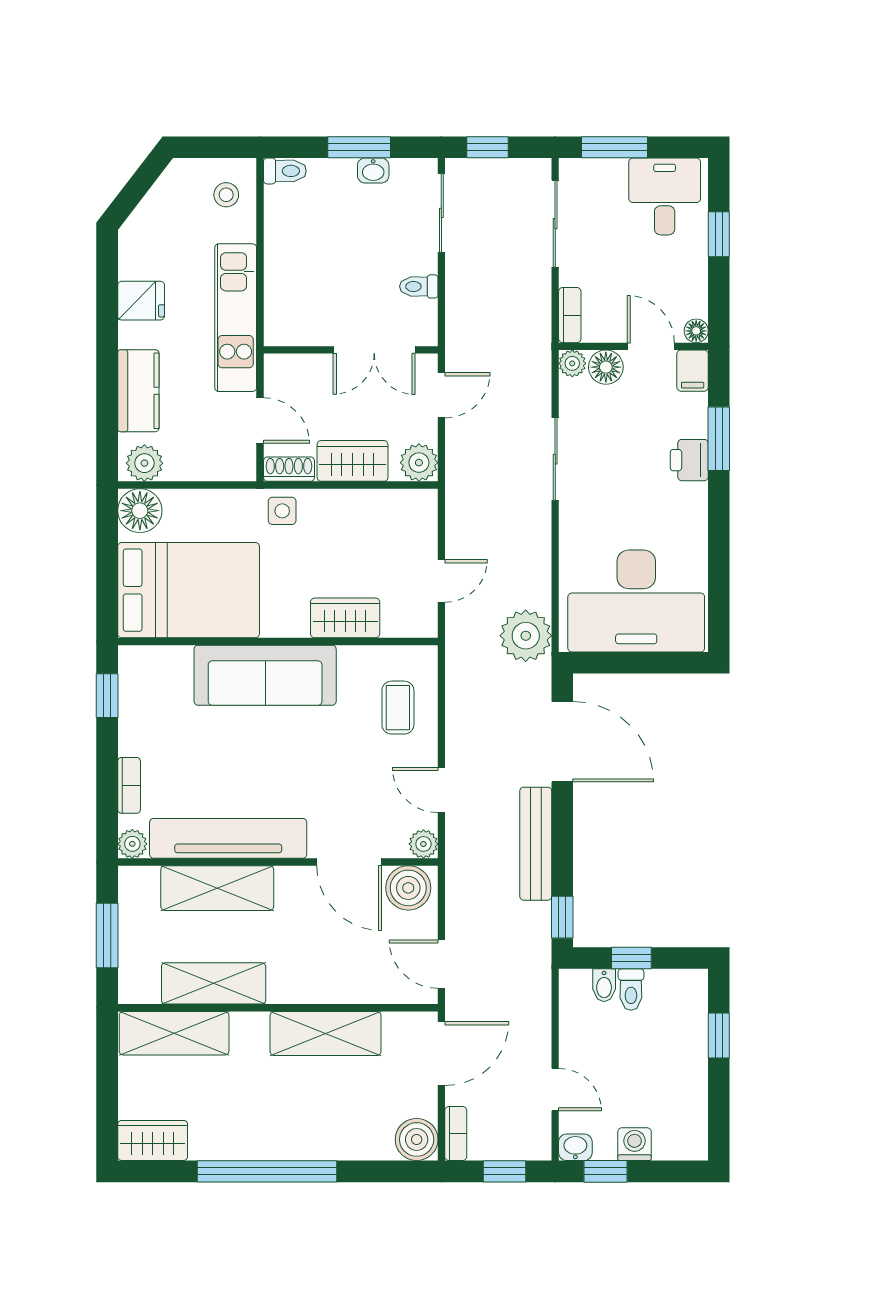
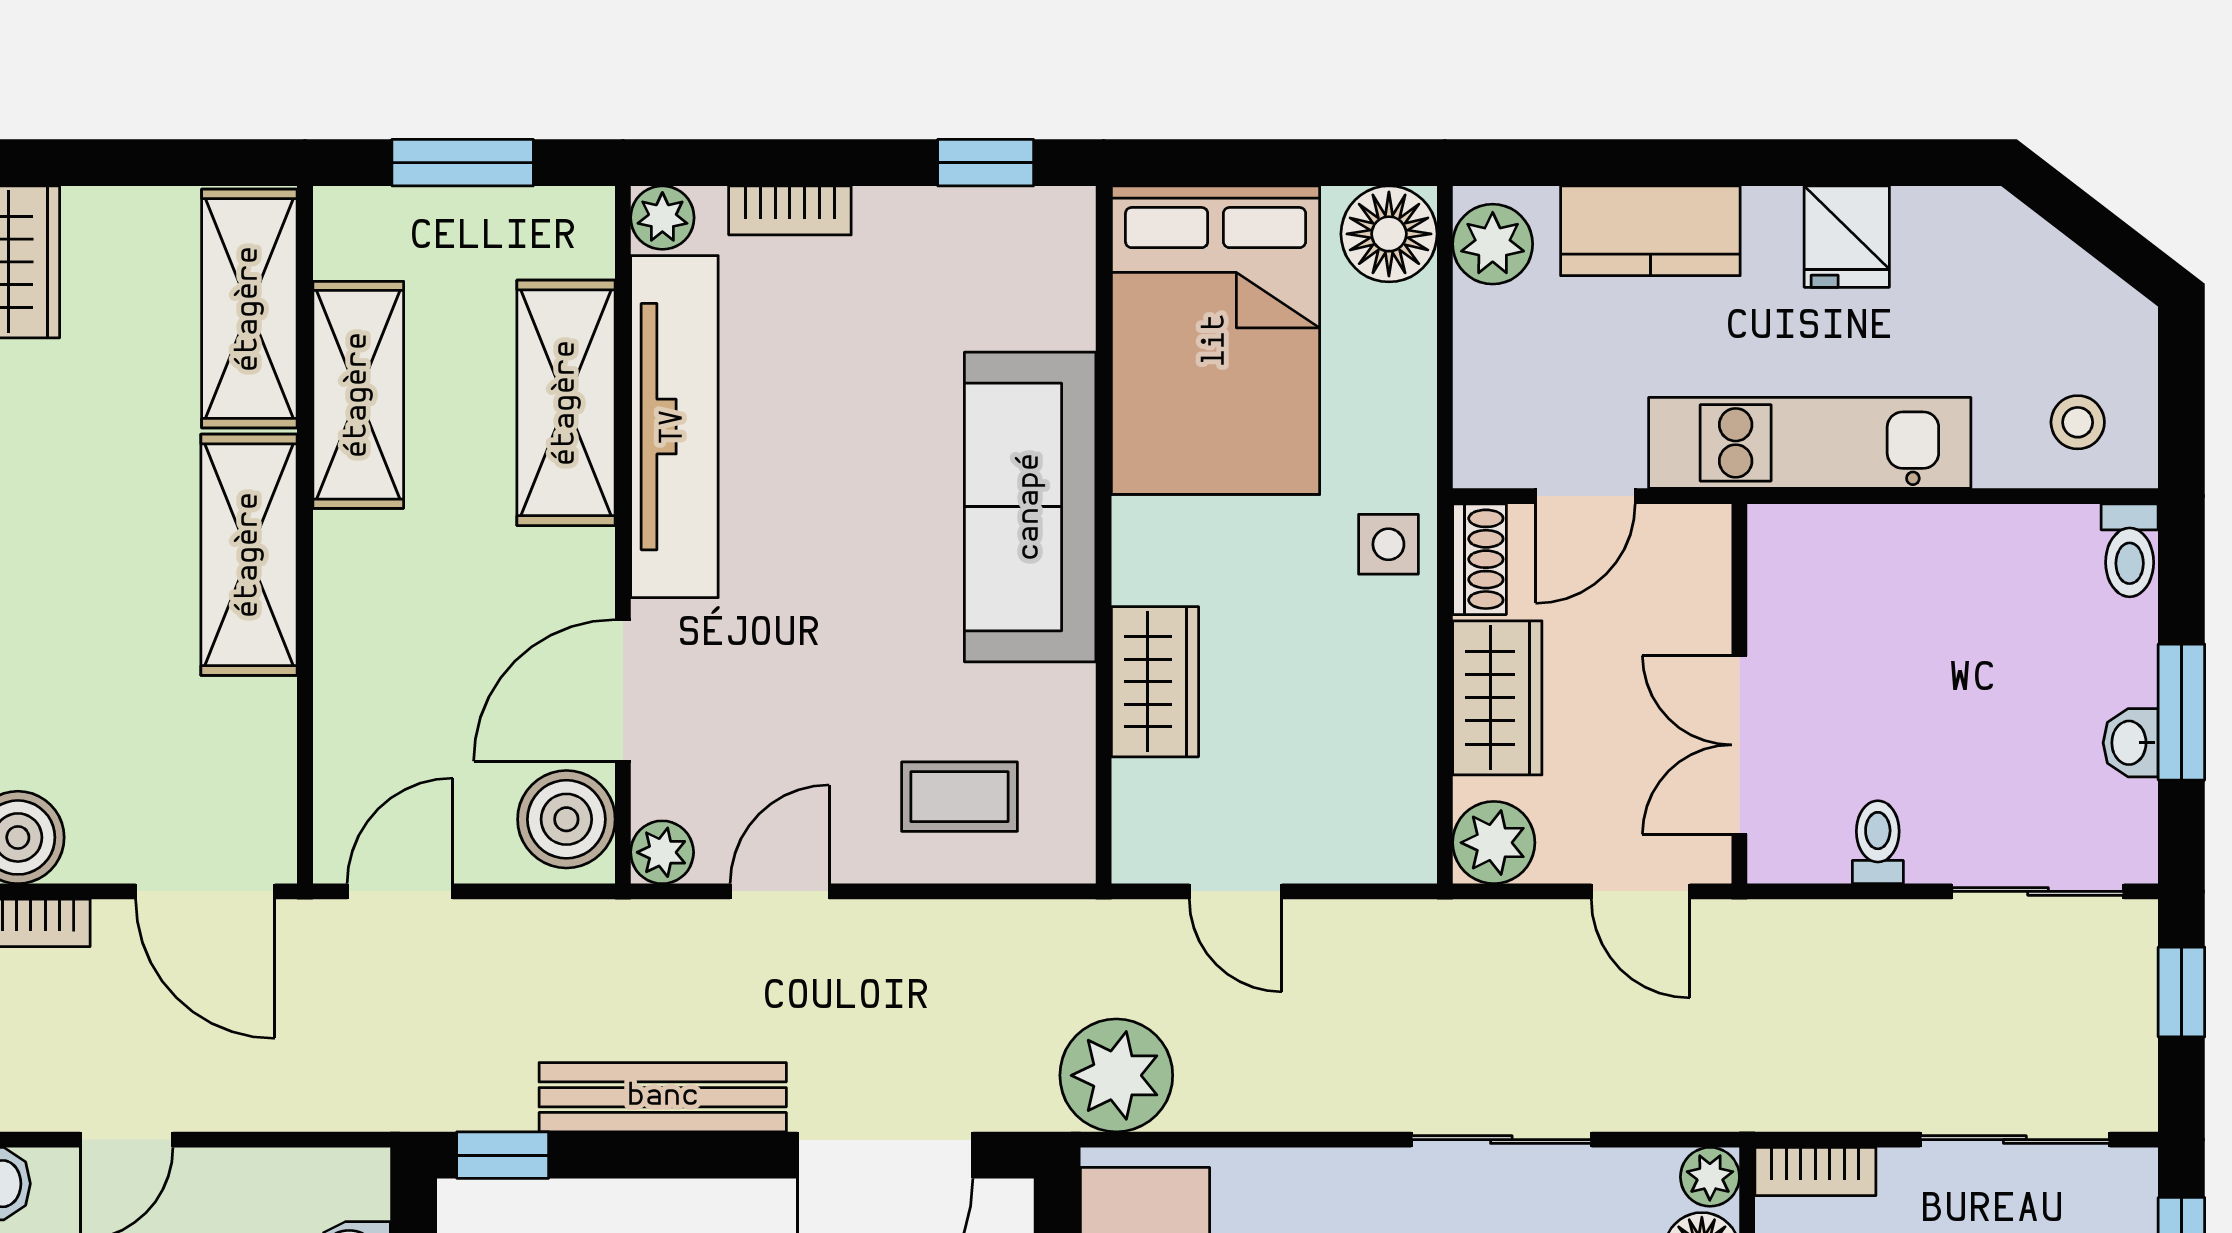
shelving: (326, 1033) -> (249, 555), moved

